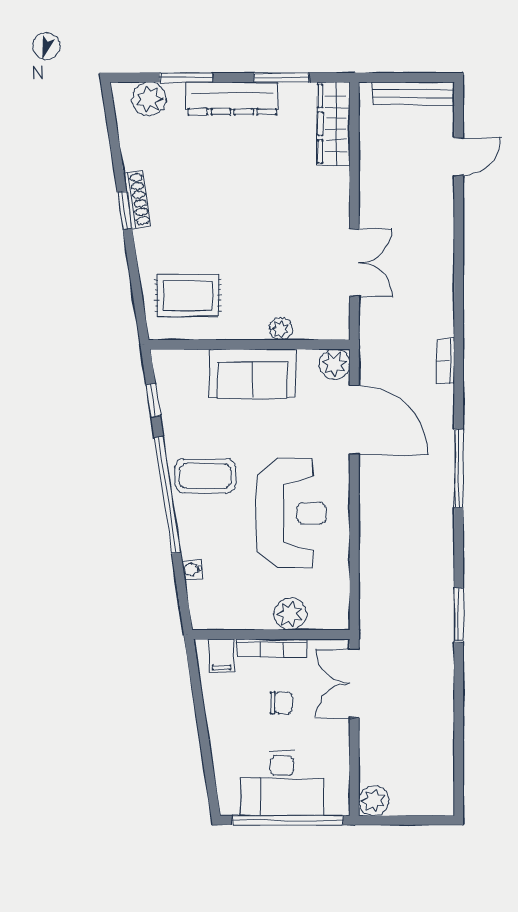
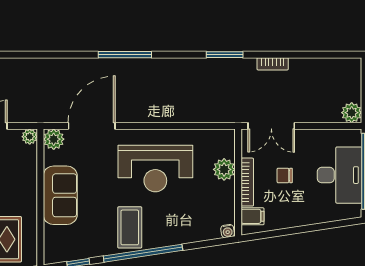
plant: (281, 329) -> (30, 137), moved
bookcase: (445, 361) -> (273, 64), moved
reception desk: (292, 513) -> (155, 169), turned 180
water cooler: (192, 569) -> (228, 231), moved
chair: (281, 703) -> (285, 175), turned -90

